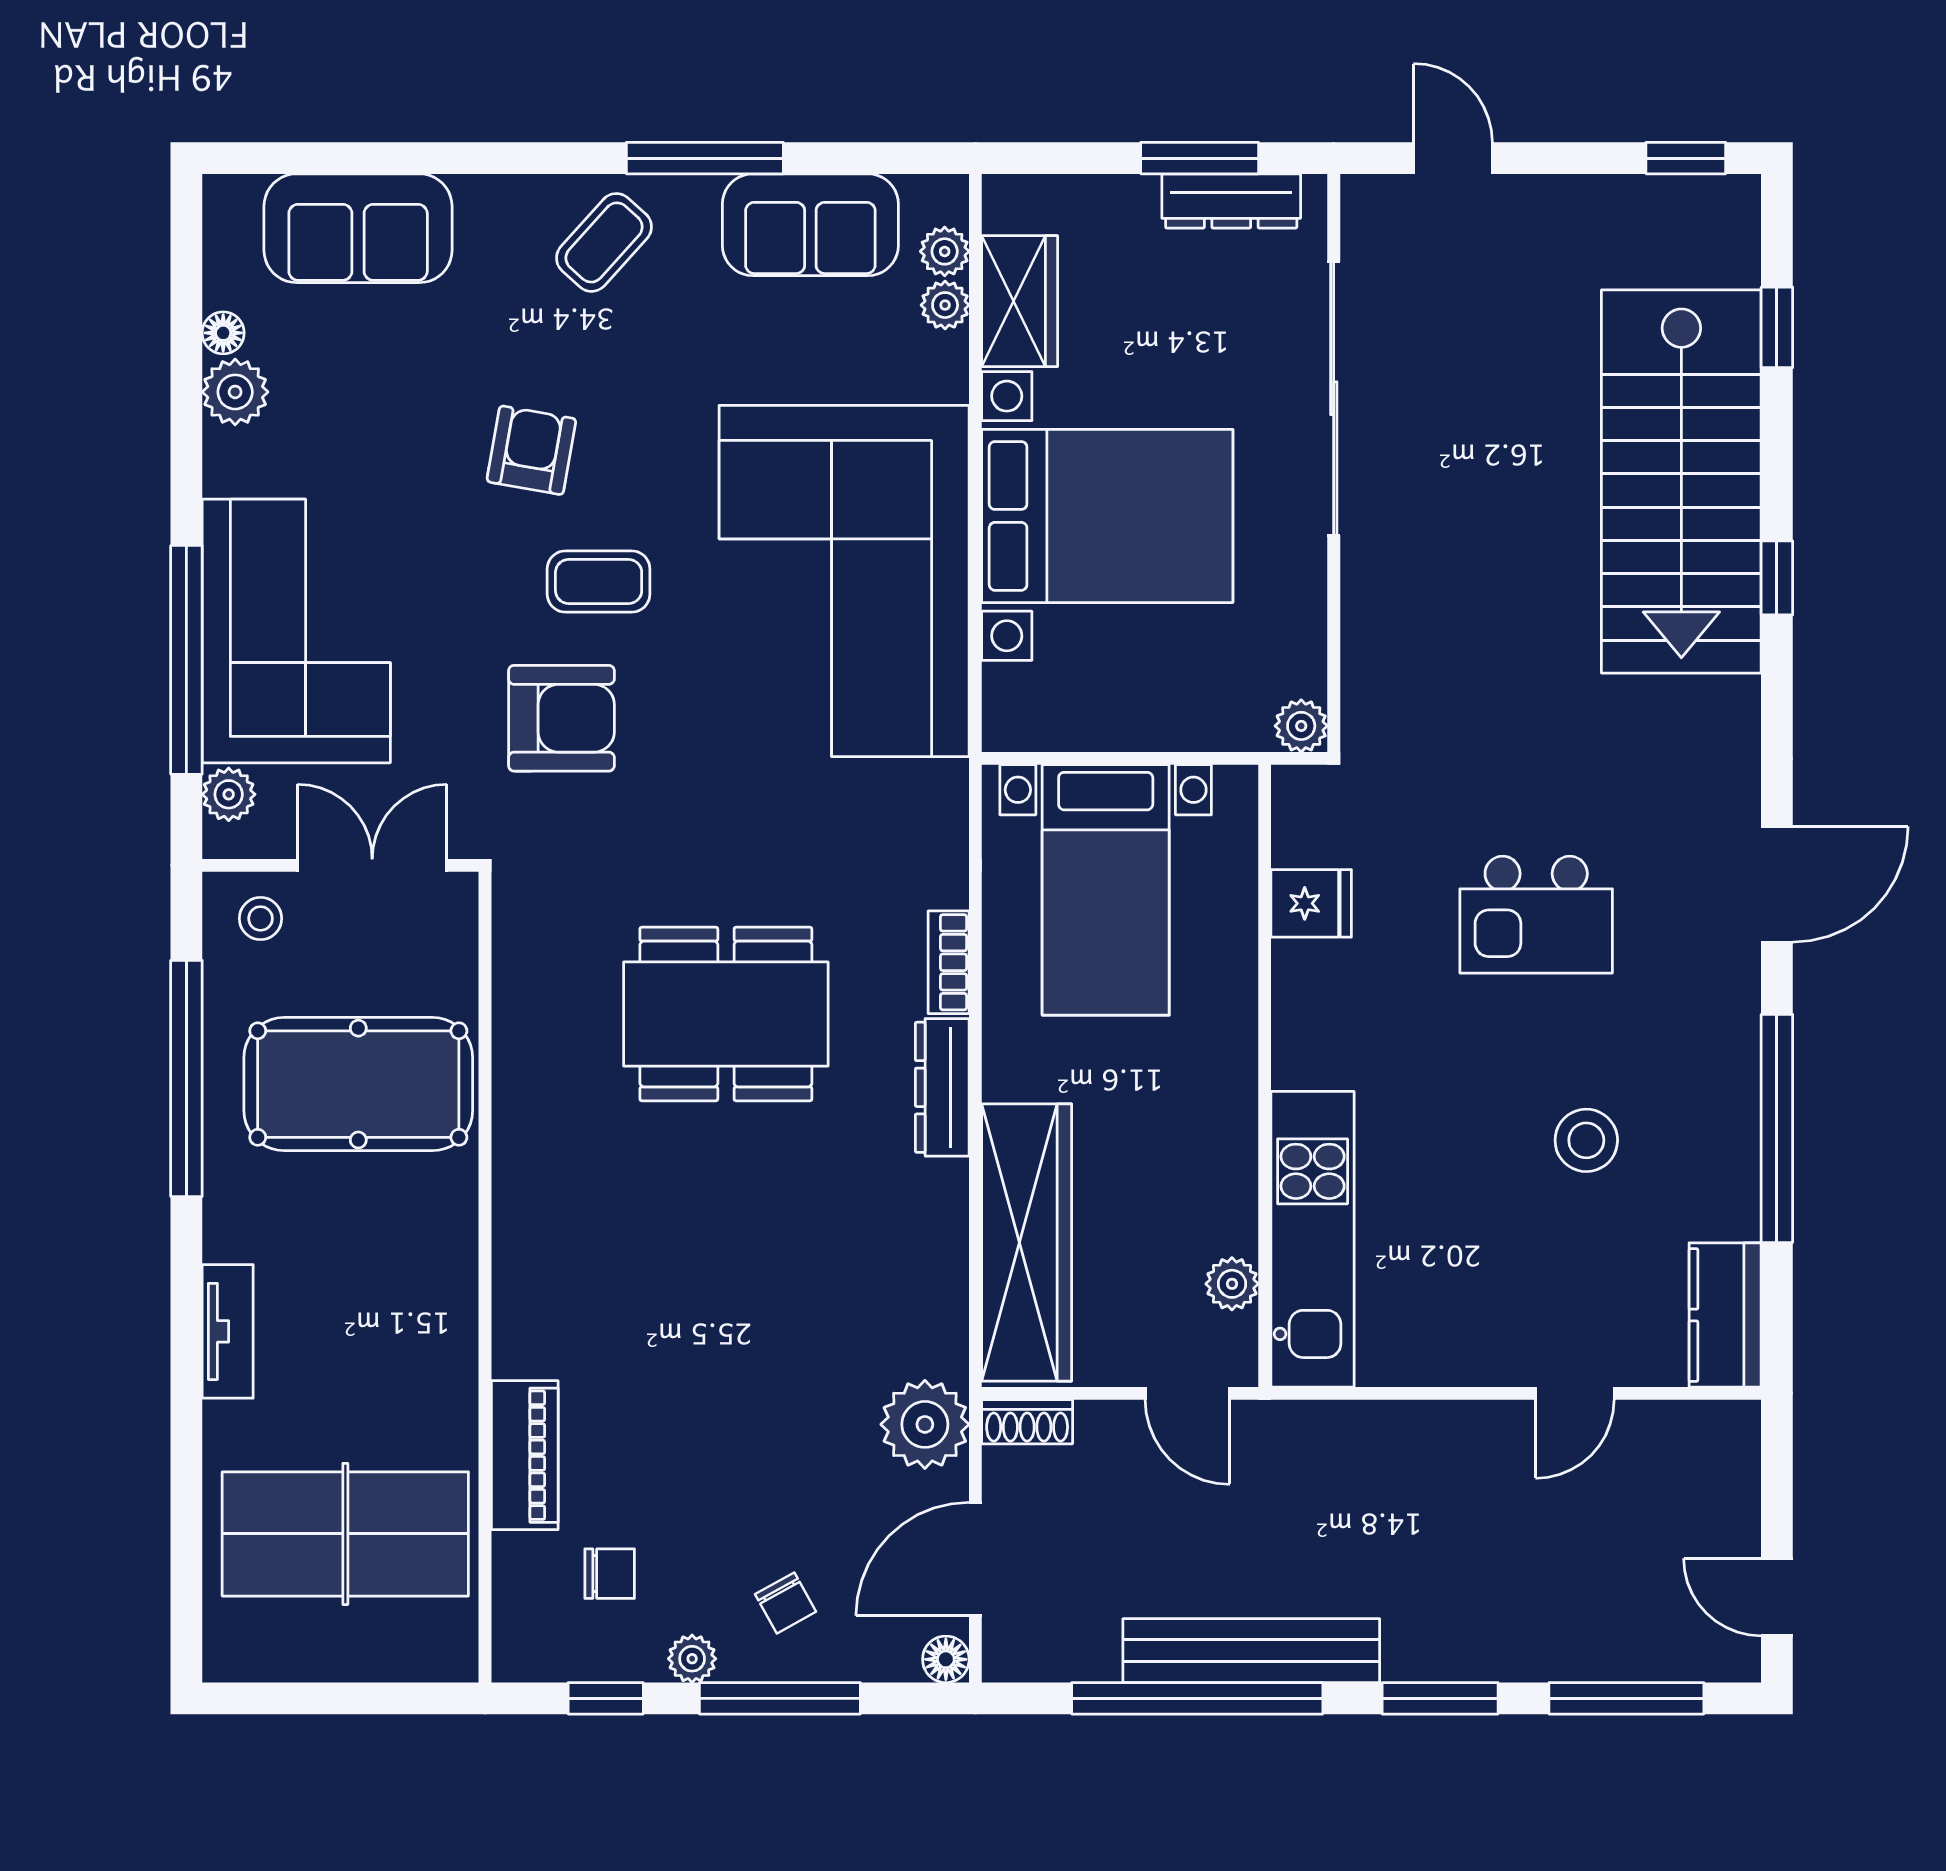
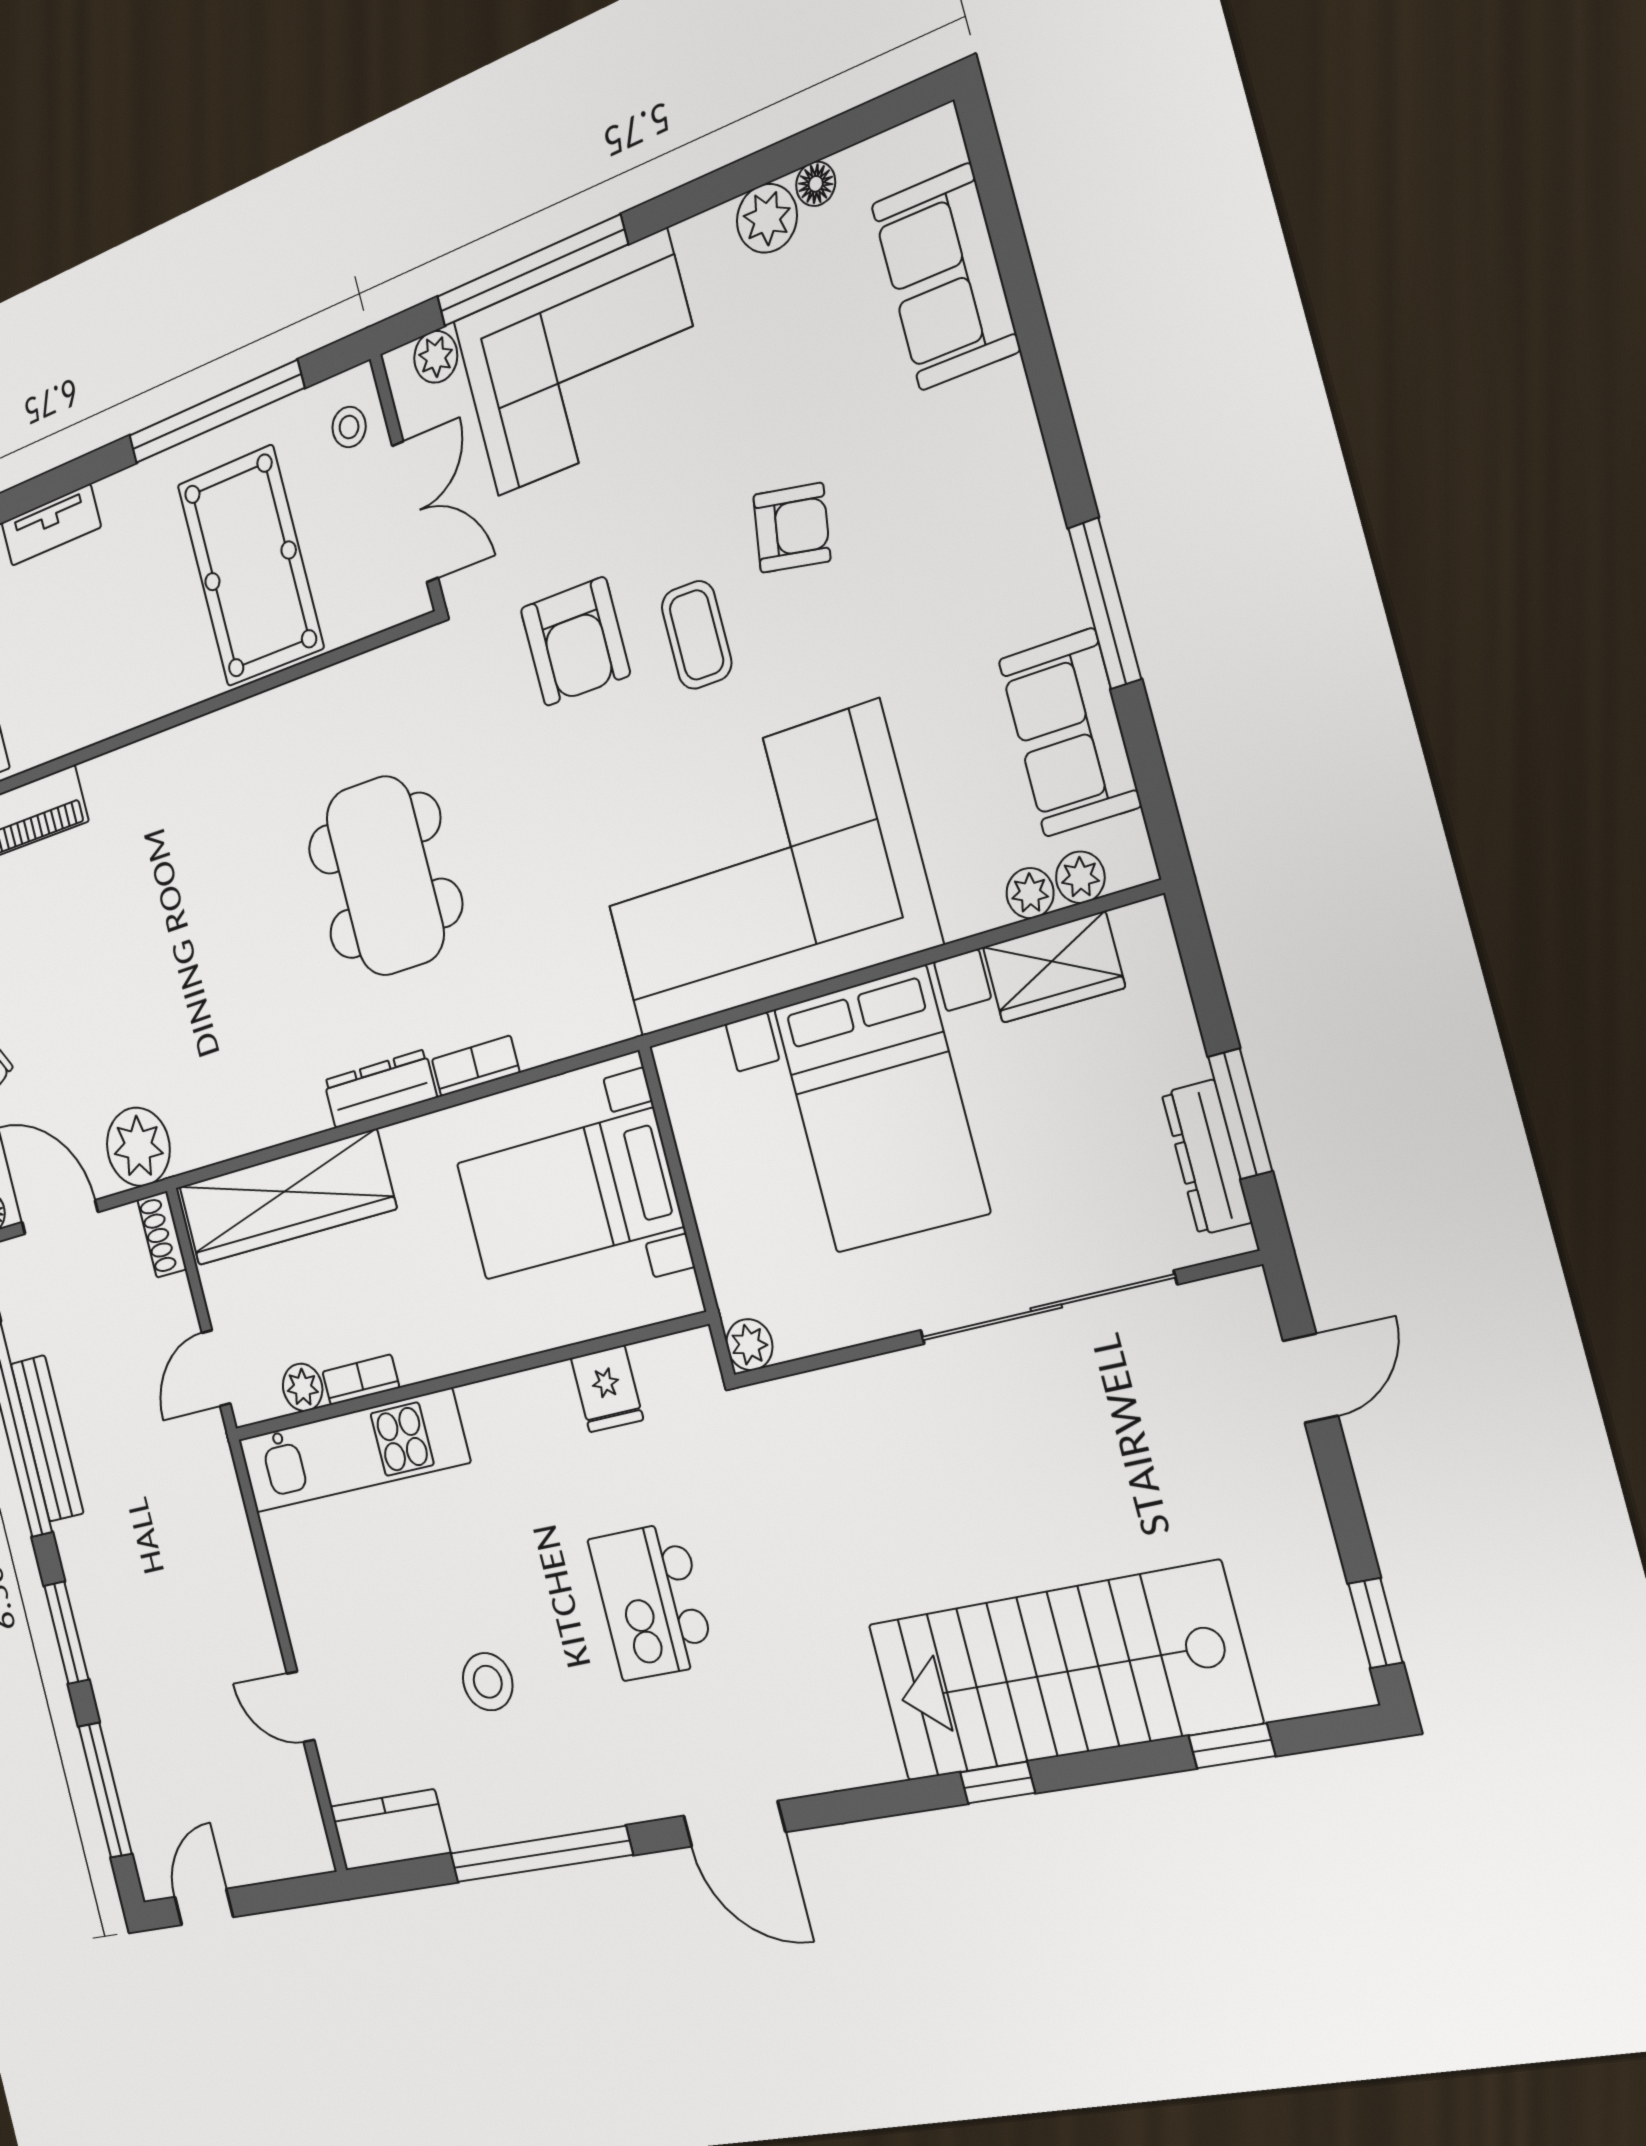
coffee table: (604, 242) -> (998, 530), removed
bookcase: (1239, 1205) -> (361, 1380), added
bench: (1251, 1651) -> (47, 1438), width x0.73, depth x0.82

